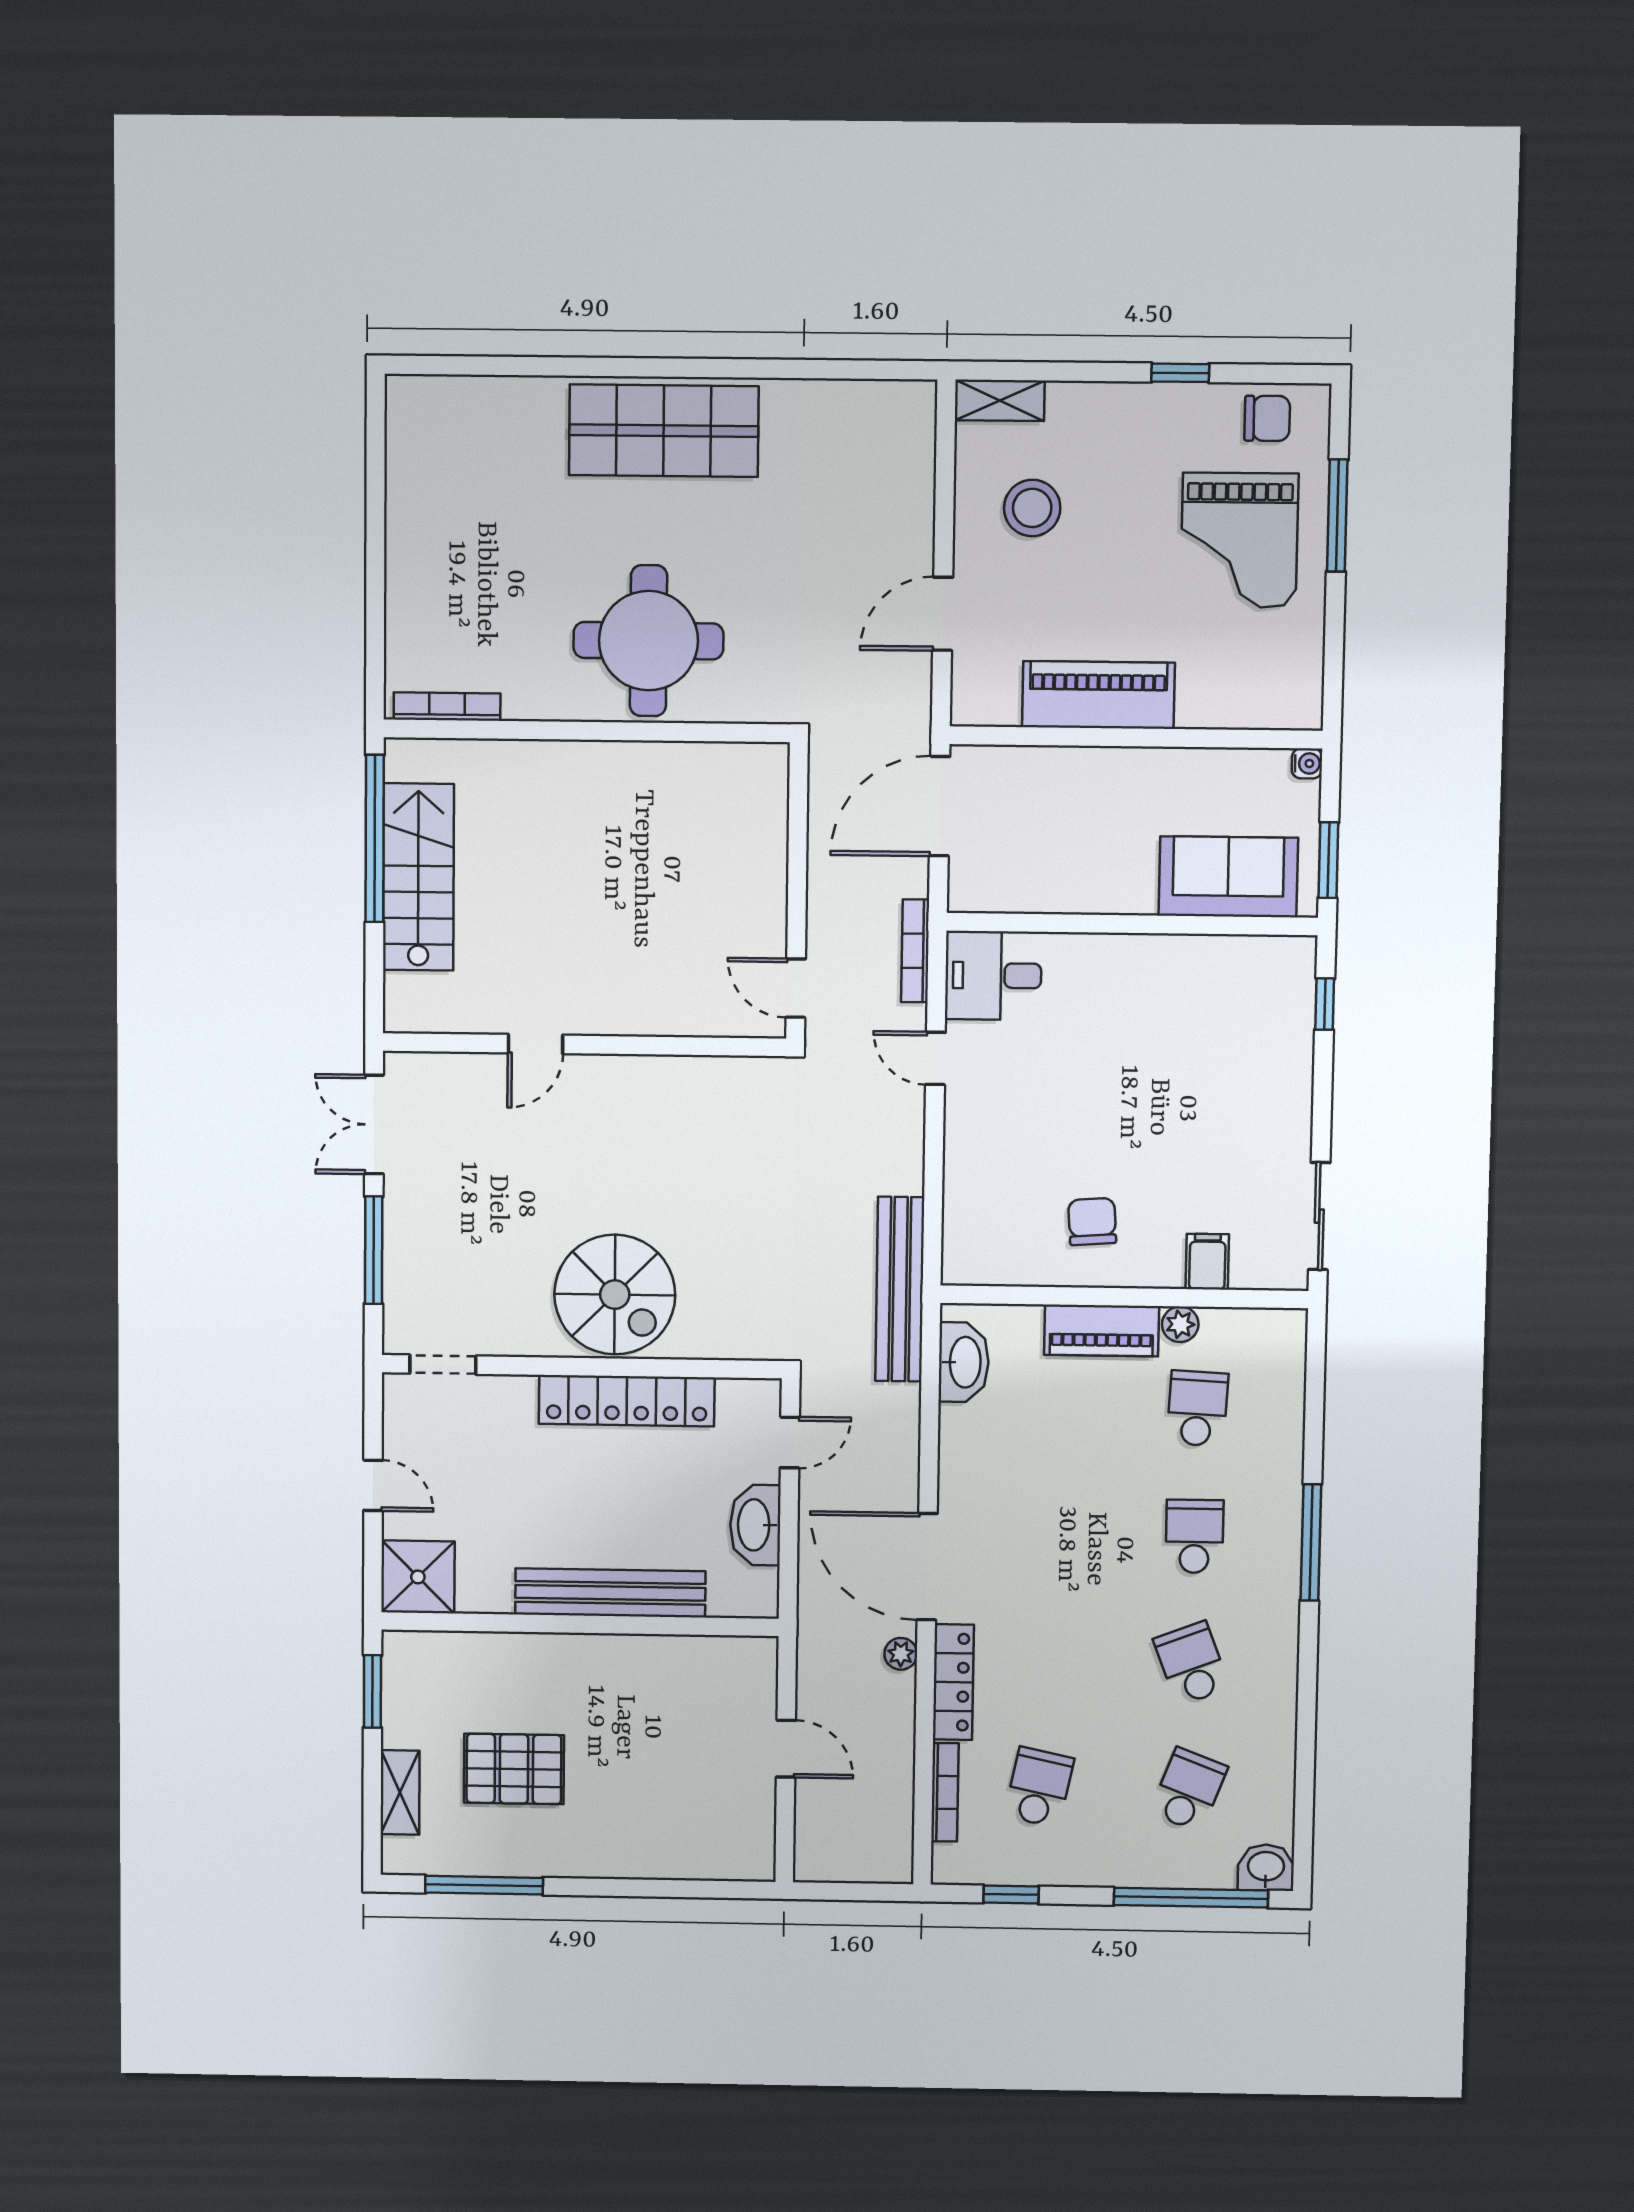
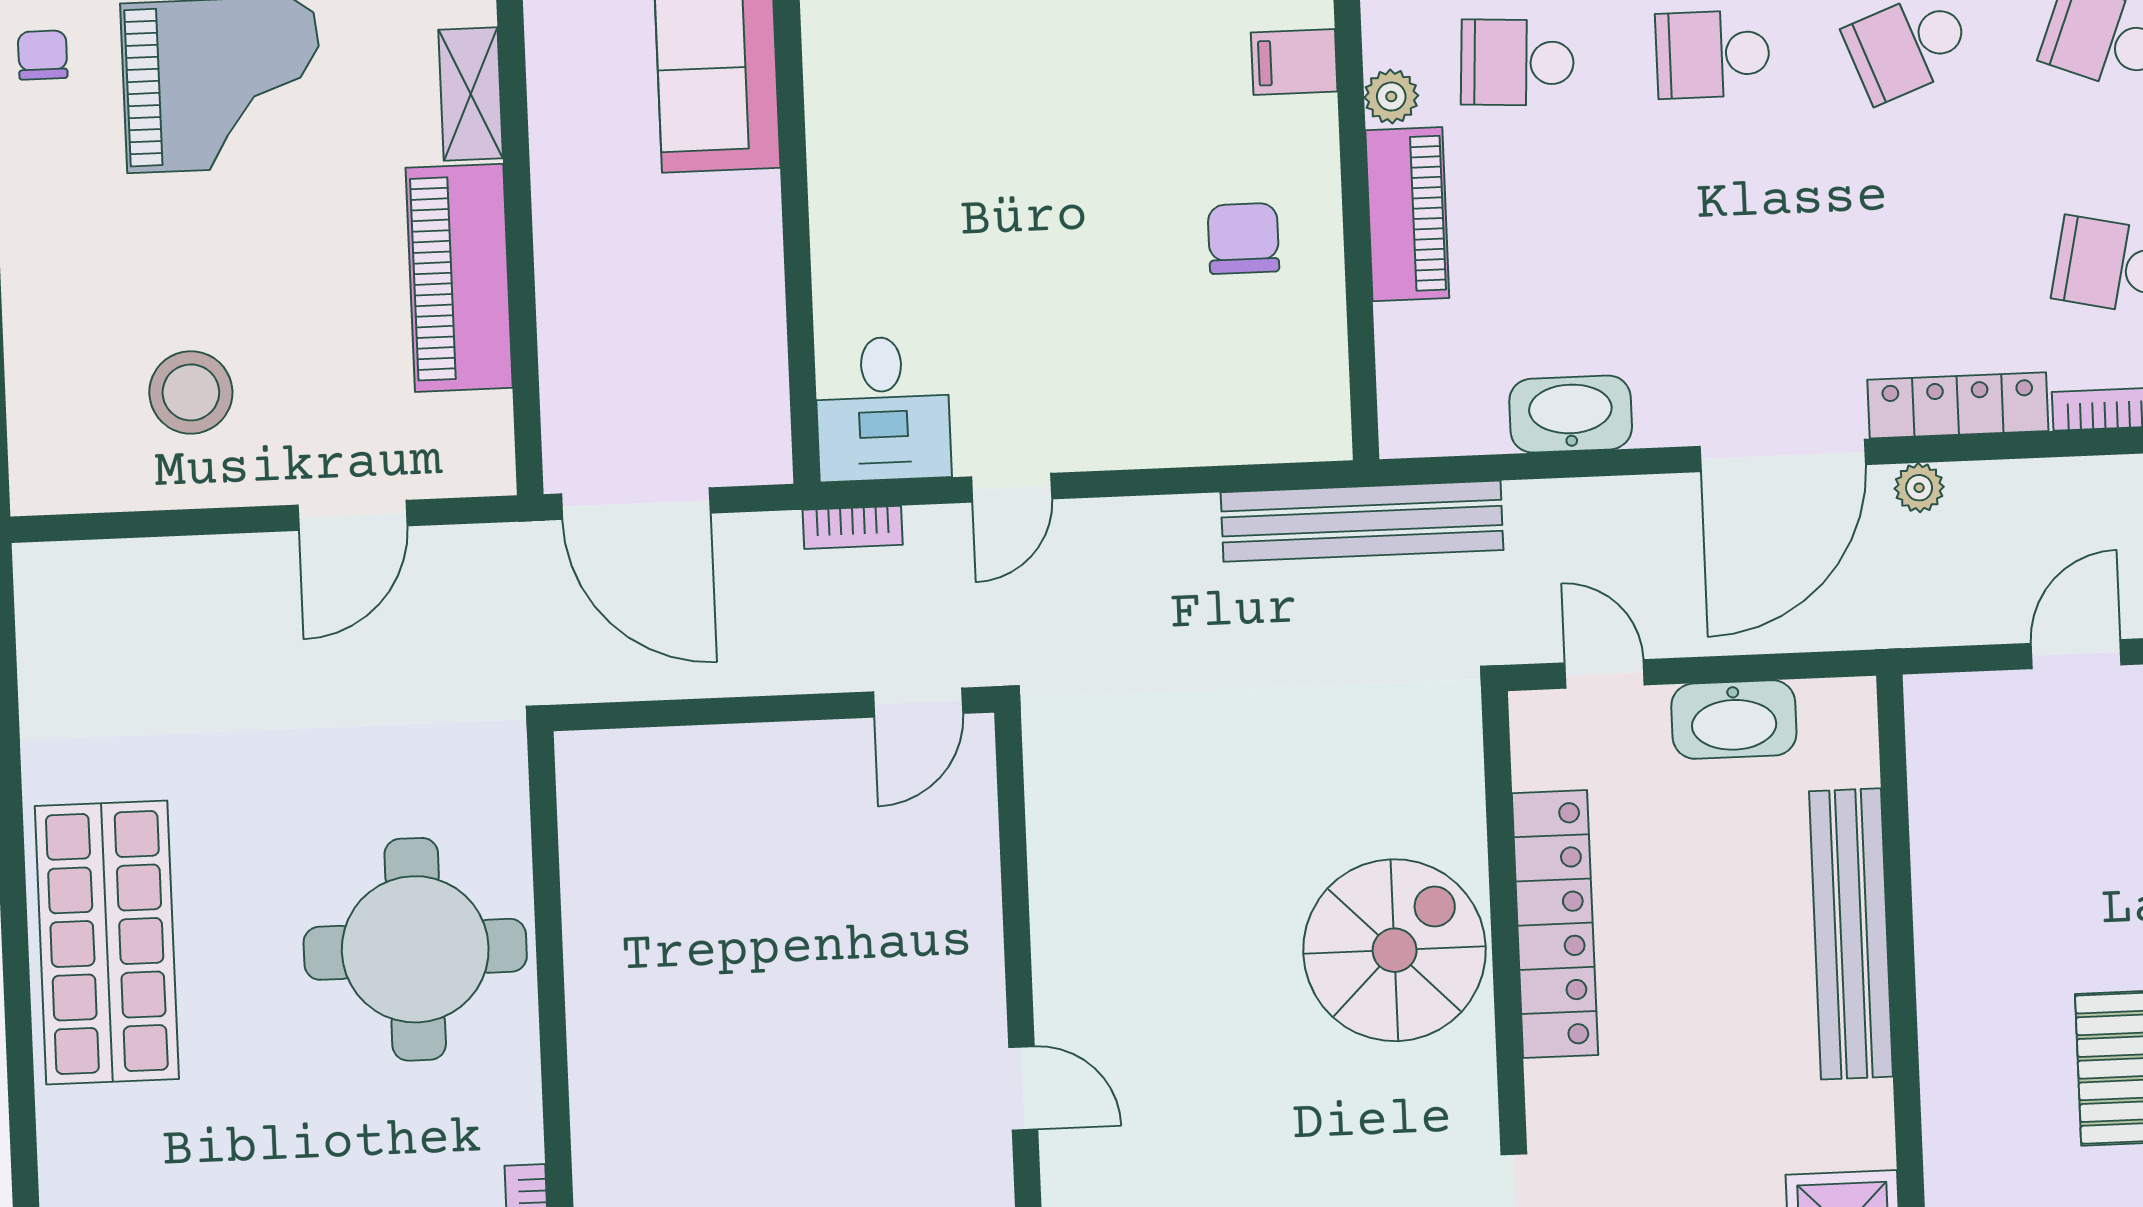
shelving: (1000, 400) -> (471, 94), moved
chair: (1267, 418) -> (43, 55), width x0.73, depth x0.73
door: (943, 614) -> (353, 515), hinge flipped
bookcase: (915, 951) -> (853, 527), width x0.64
chair: (1092, 1222) -> (1243, 238), turned 94
washbasin: (964, 1362) -> (1571, 414), moved

